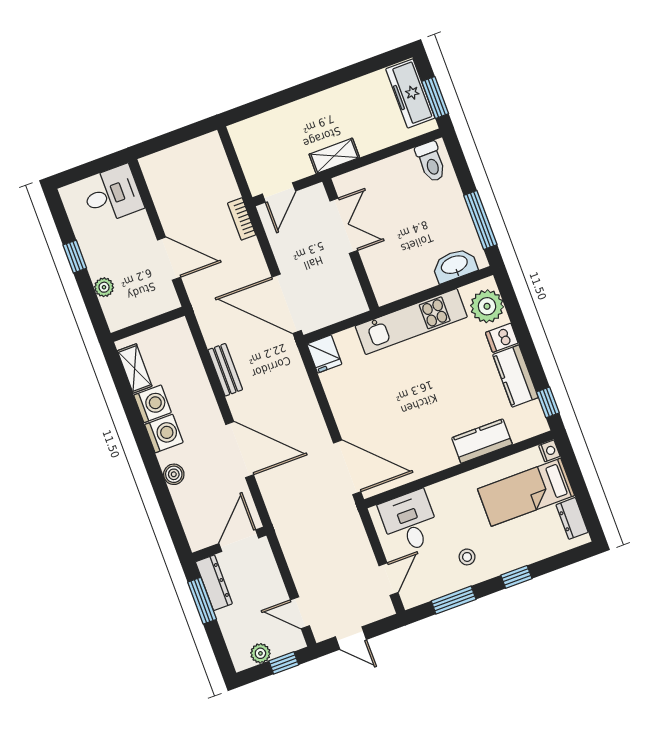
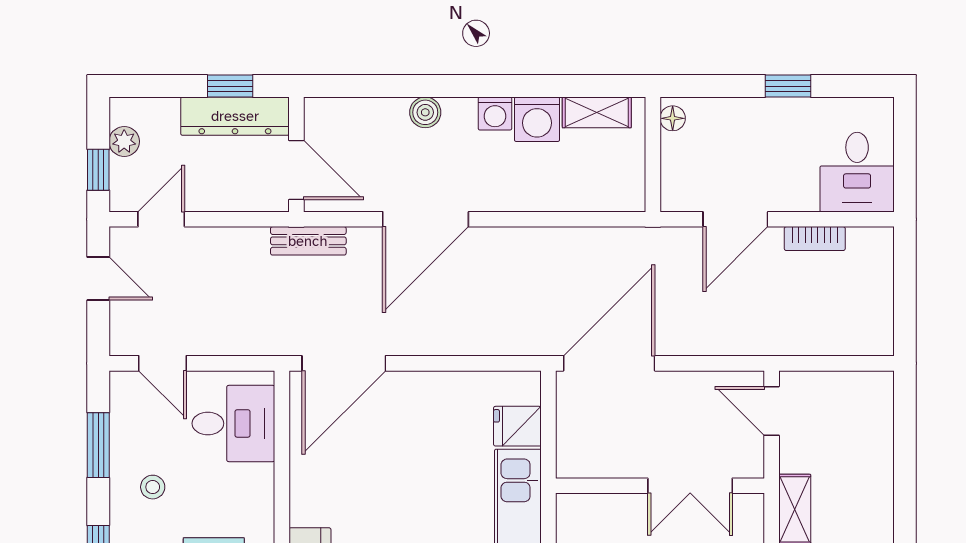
bookcase: (242, 219) -> (815, 239), moved, turned 180
plant: (104, 287) -> (729, 112), removed
floor lamp: (121, 320) -> (673, 118), added
fridge: (324, 354) -> (517, 426), moved
bench: (225, 370) -> (308, 241), moved
washing machine: (164, 433) -> (495, 114), width x0.73, depth x0.73
dresser: (214, 583) -> (235, 116), width x1.37, depth x1.24
window: (202, 601) -> (230, 86), width x0.67
door: (351, 638) -> (98, 279), swing flipped

